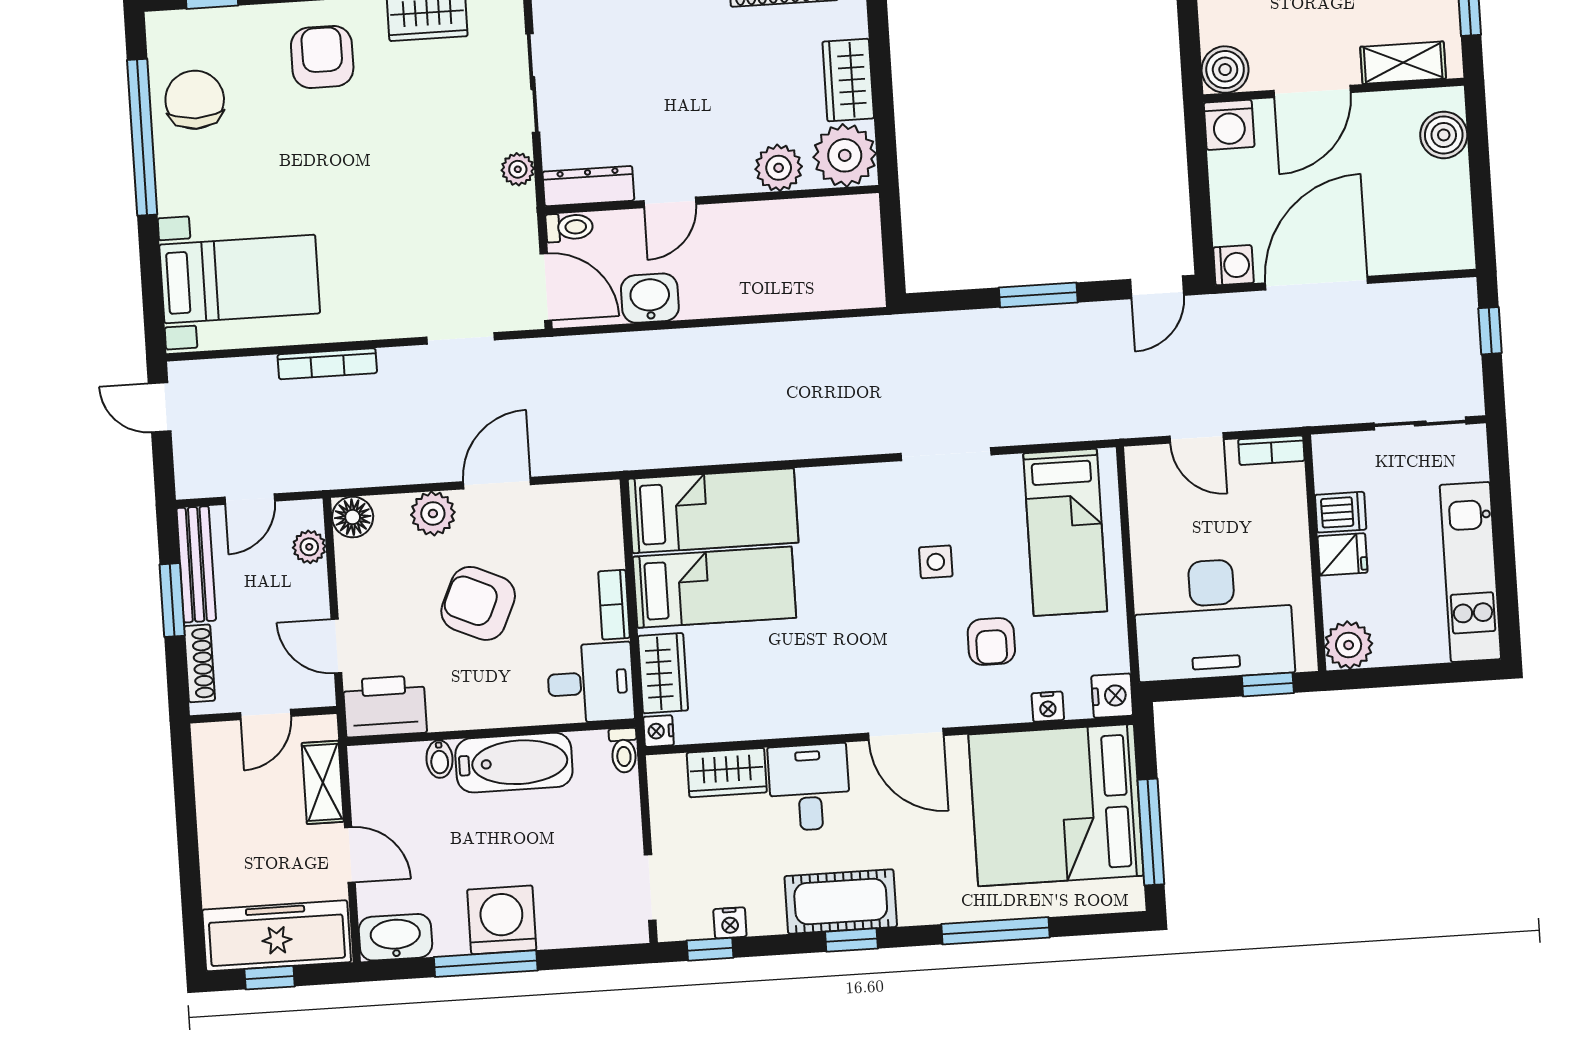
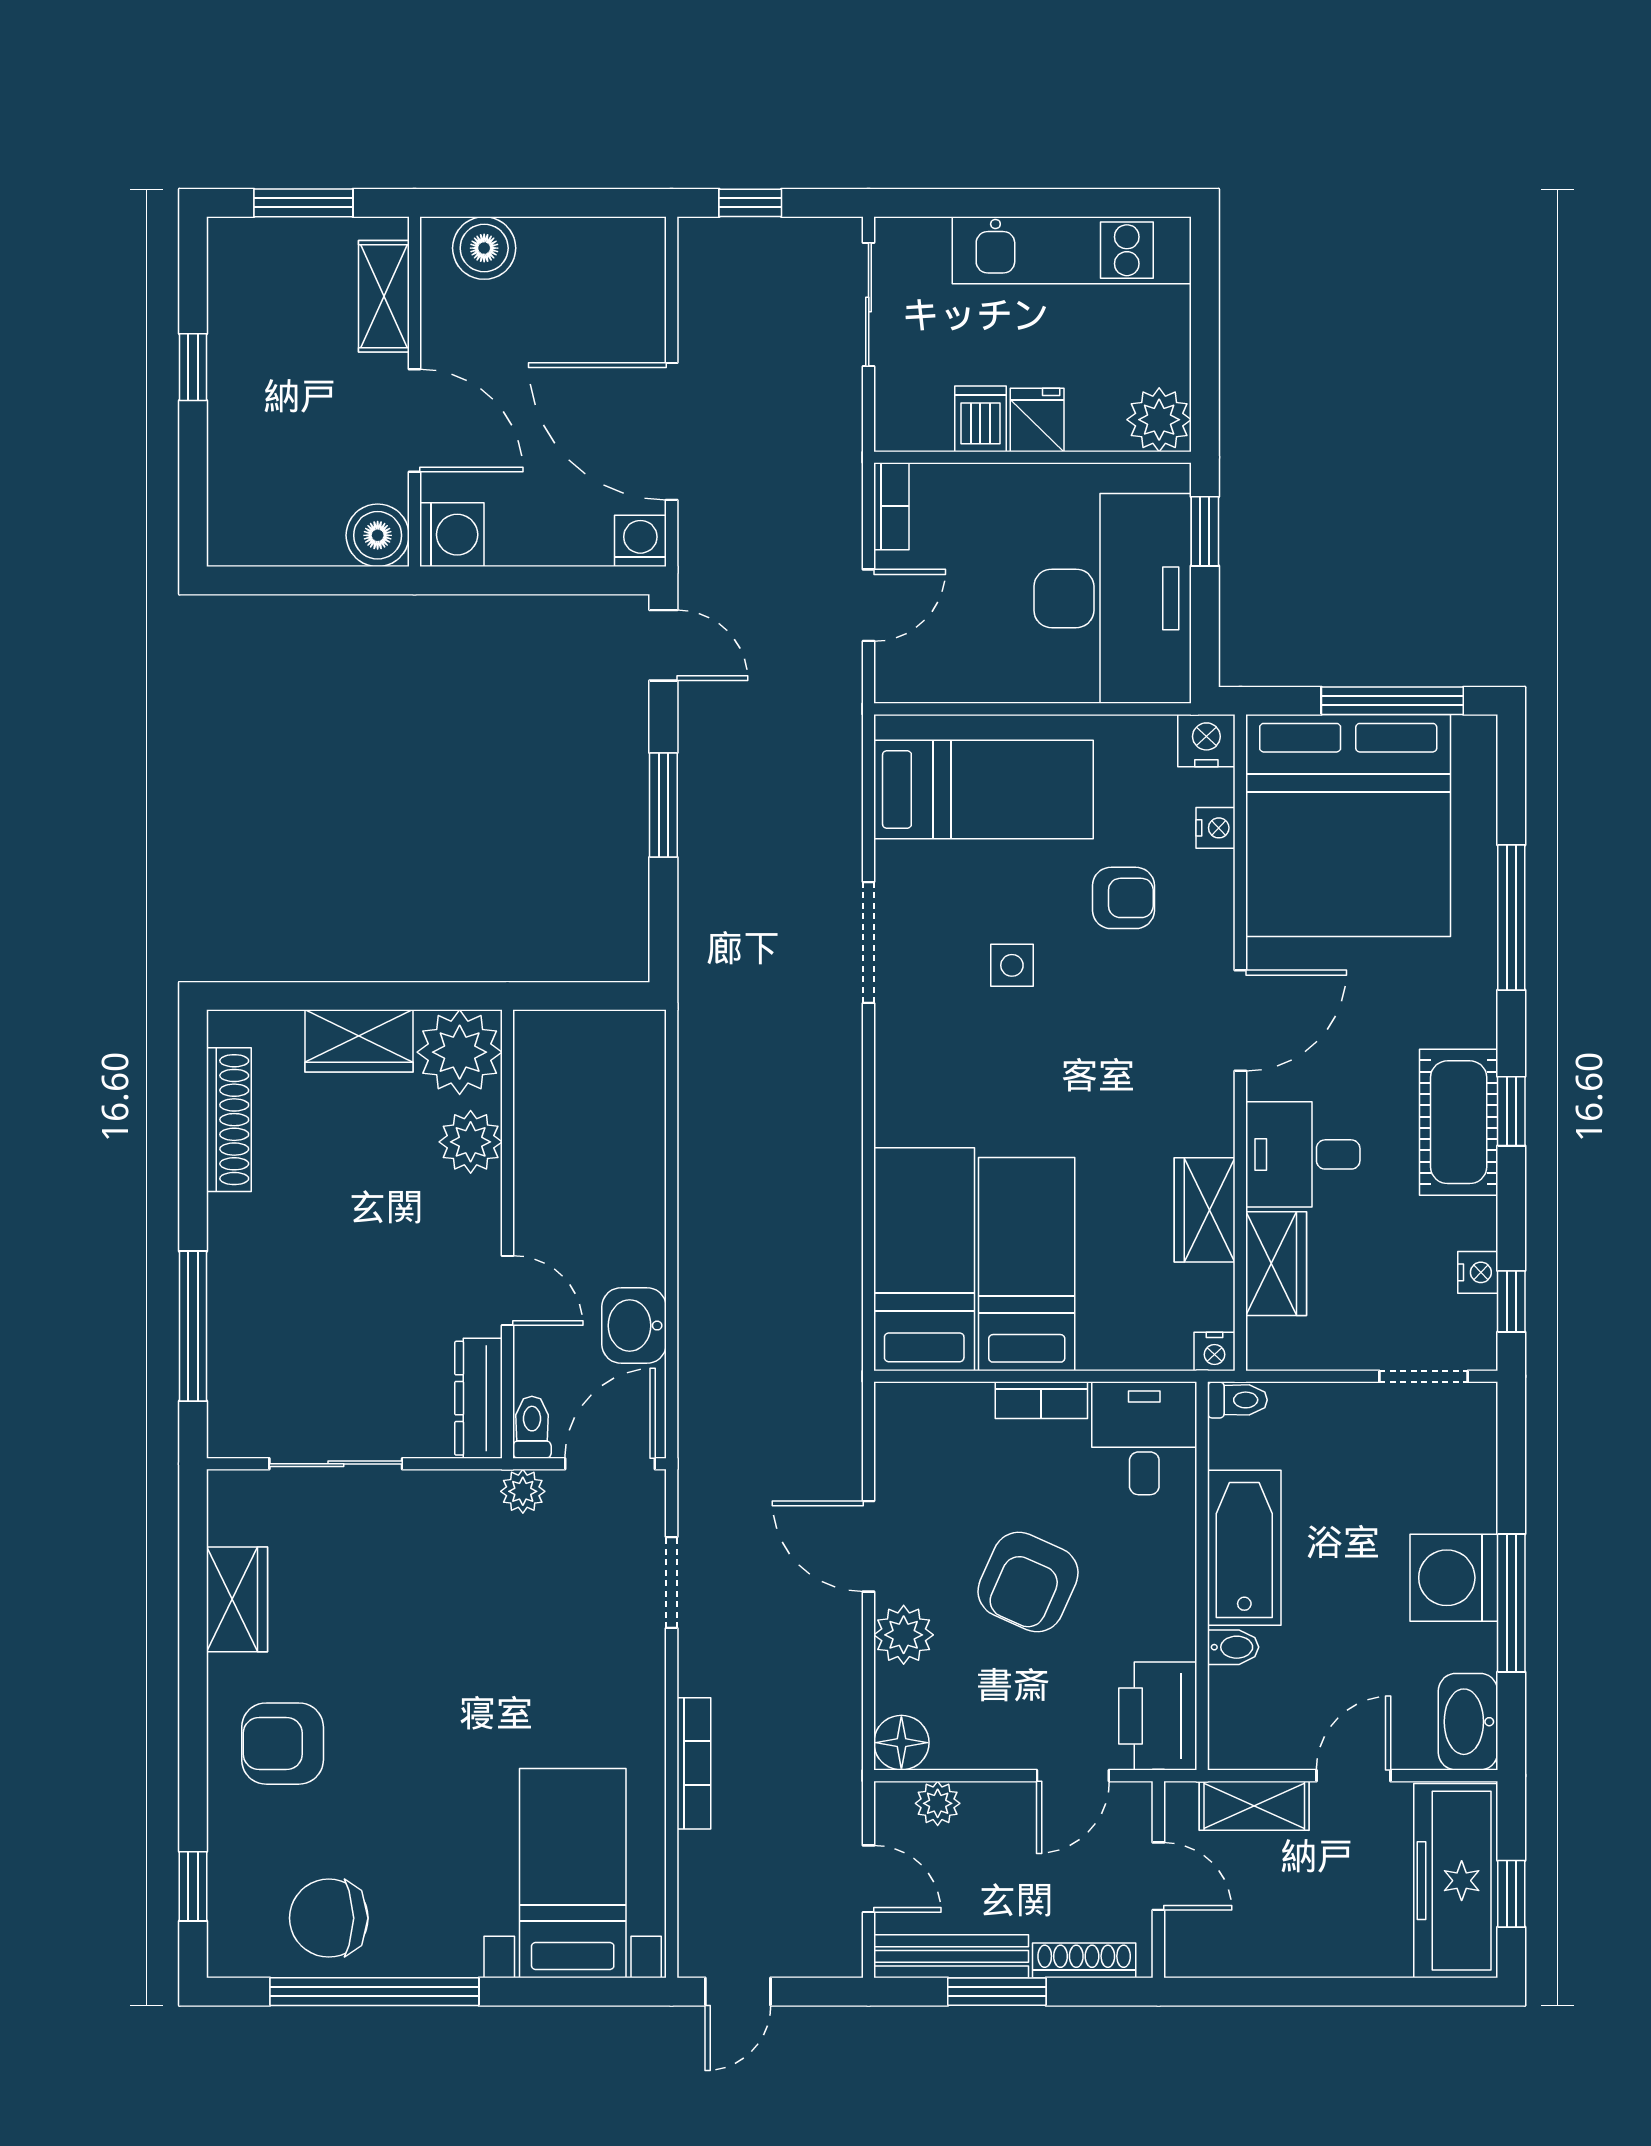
plant: (518, 169) -> (523, 1491), moved
wardrobe: (663, 673) -> (1205, 1210), moved, turned -90

